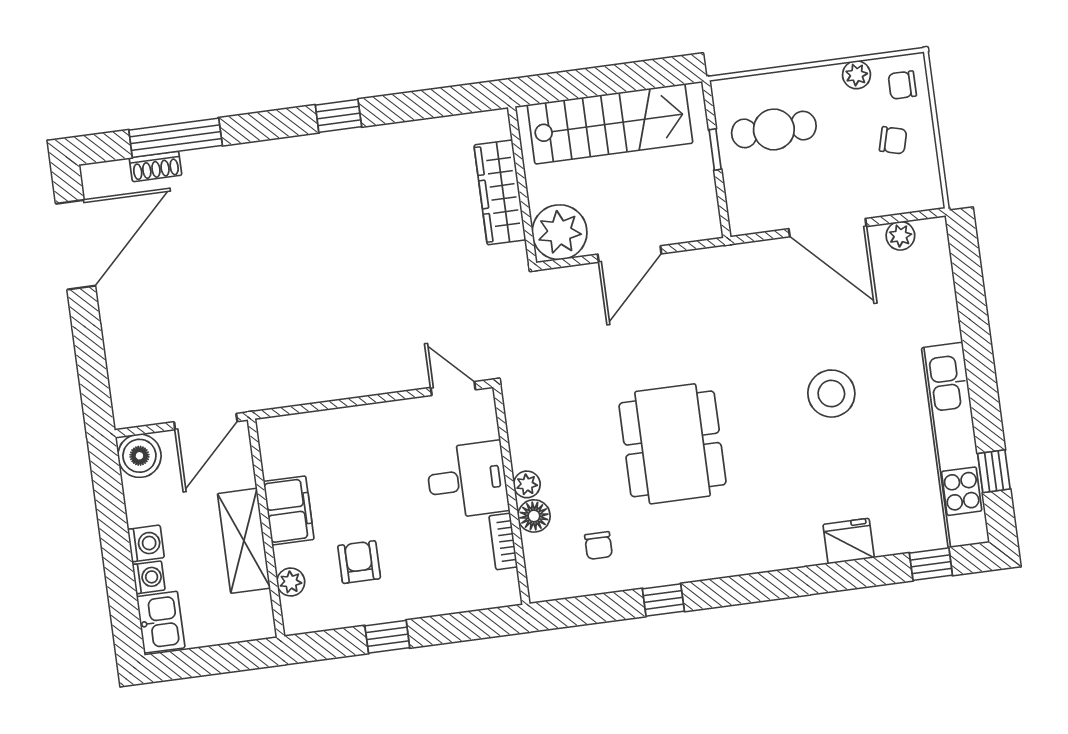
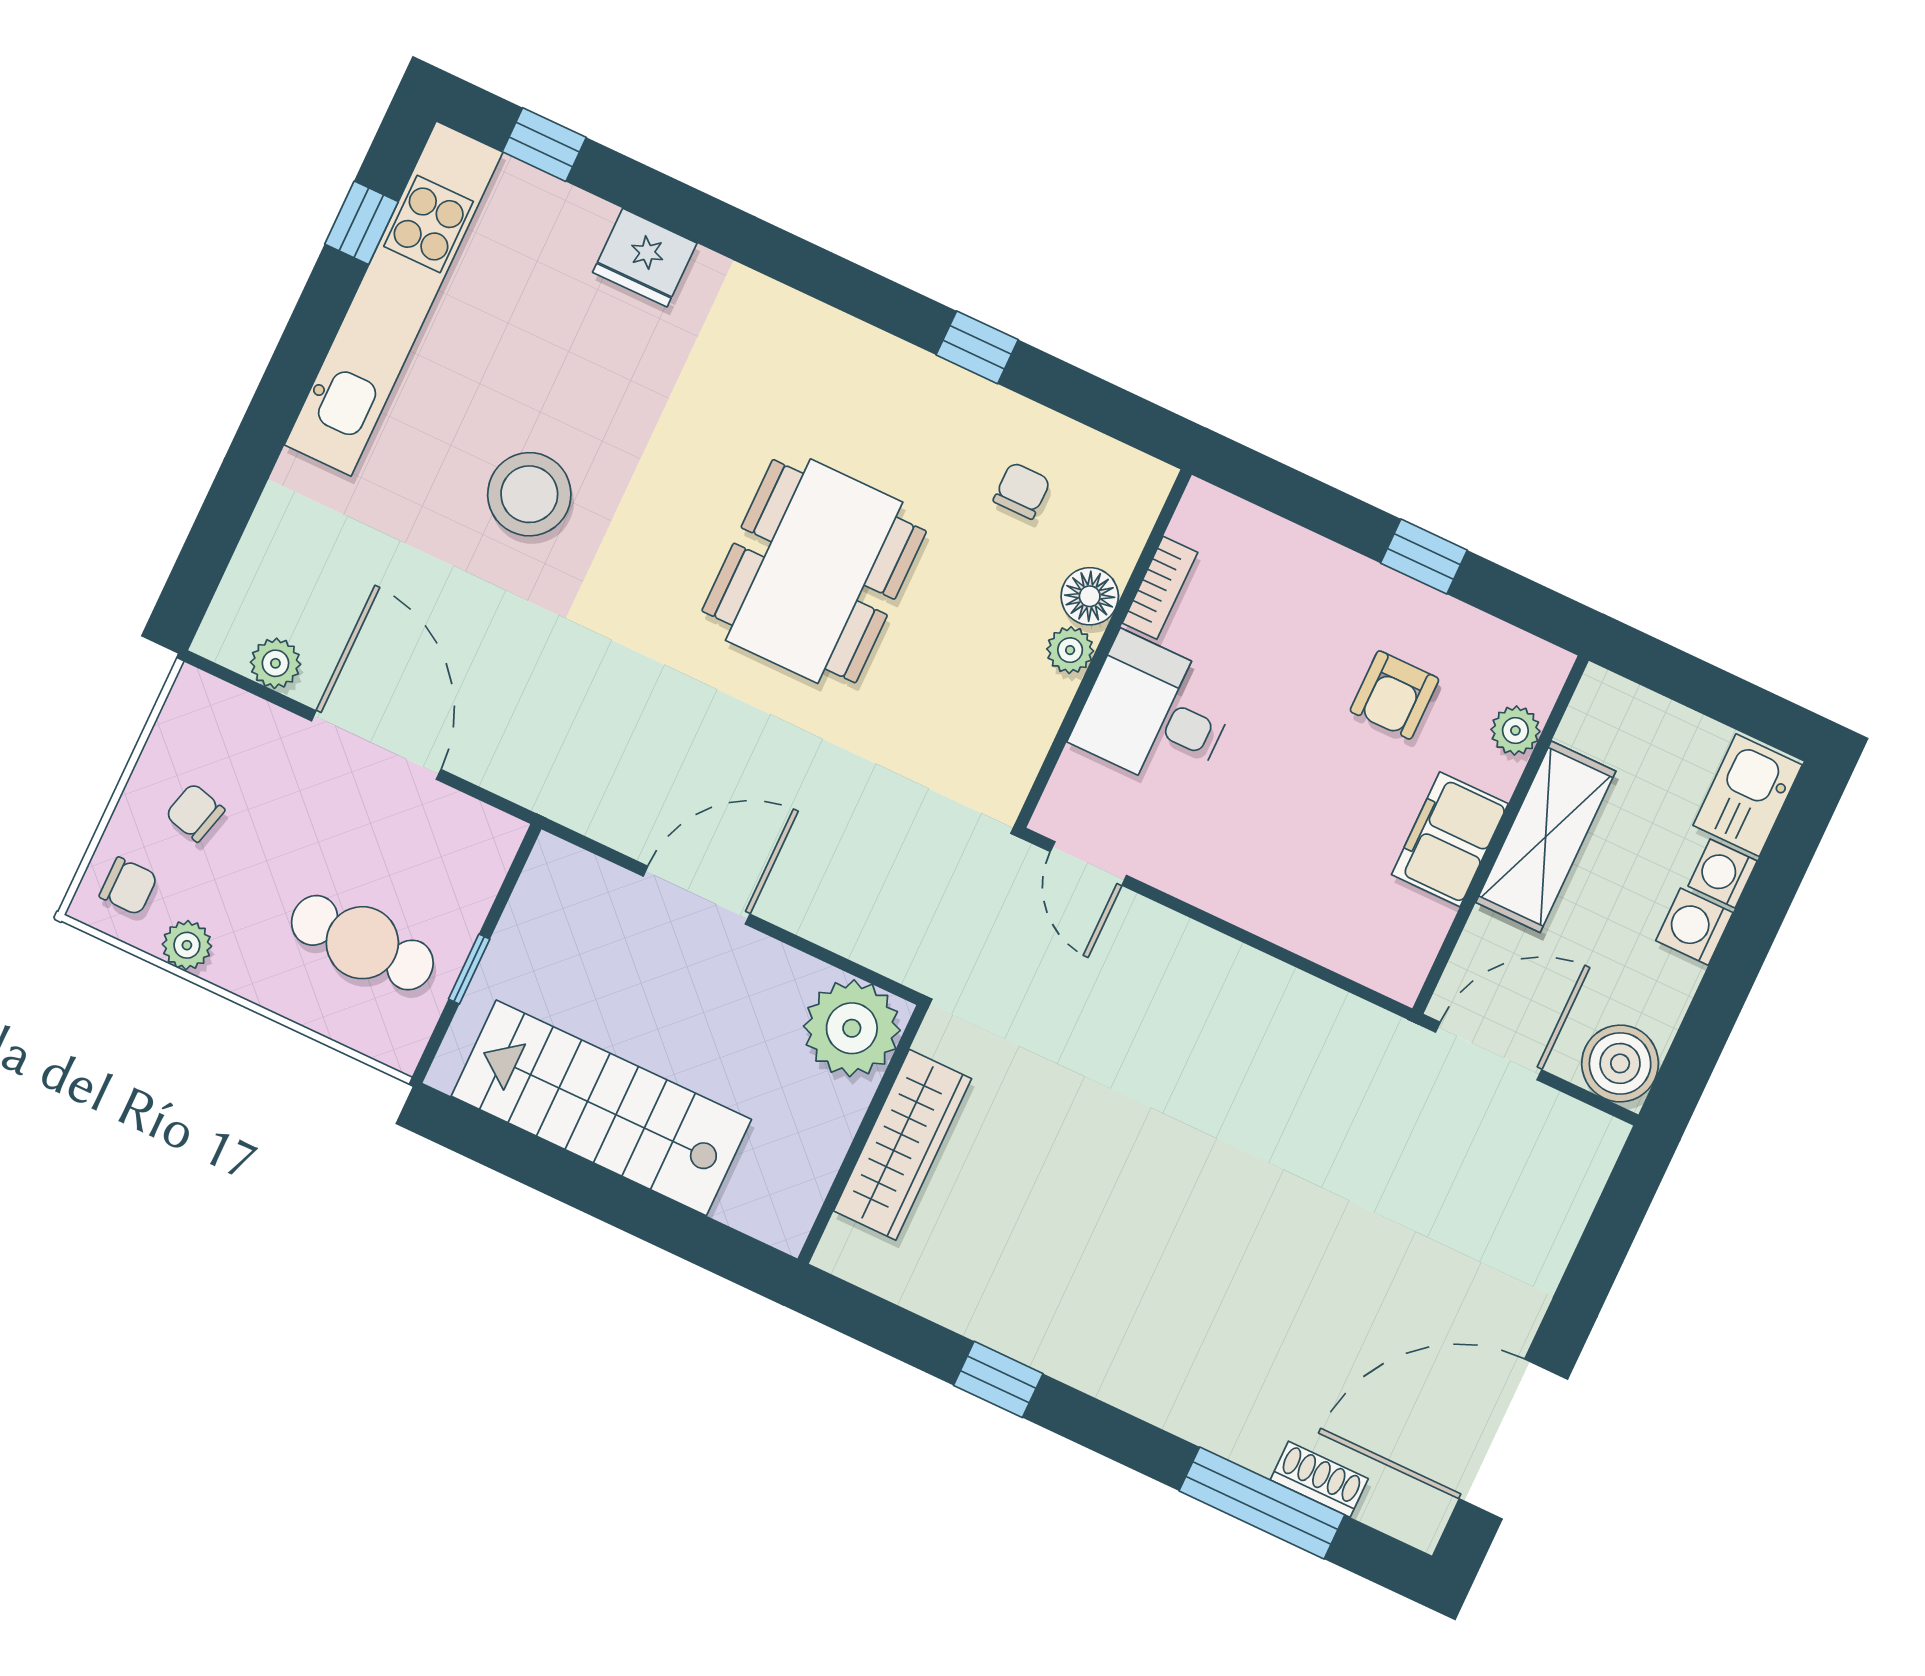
wall: (522, 185) -> (863, 1134), moved
wardrobe: (500, 192) -> (902, 1145), moved
plant: (560, 232) -> (852, 1028), moved

